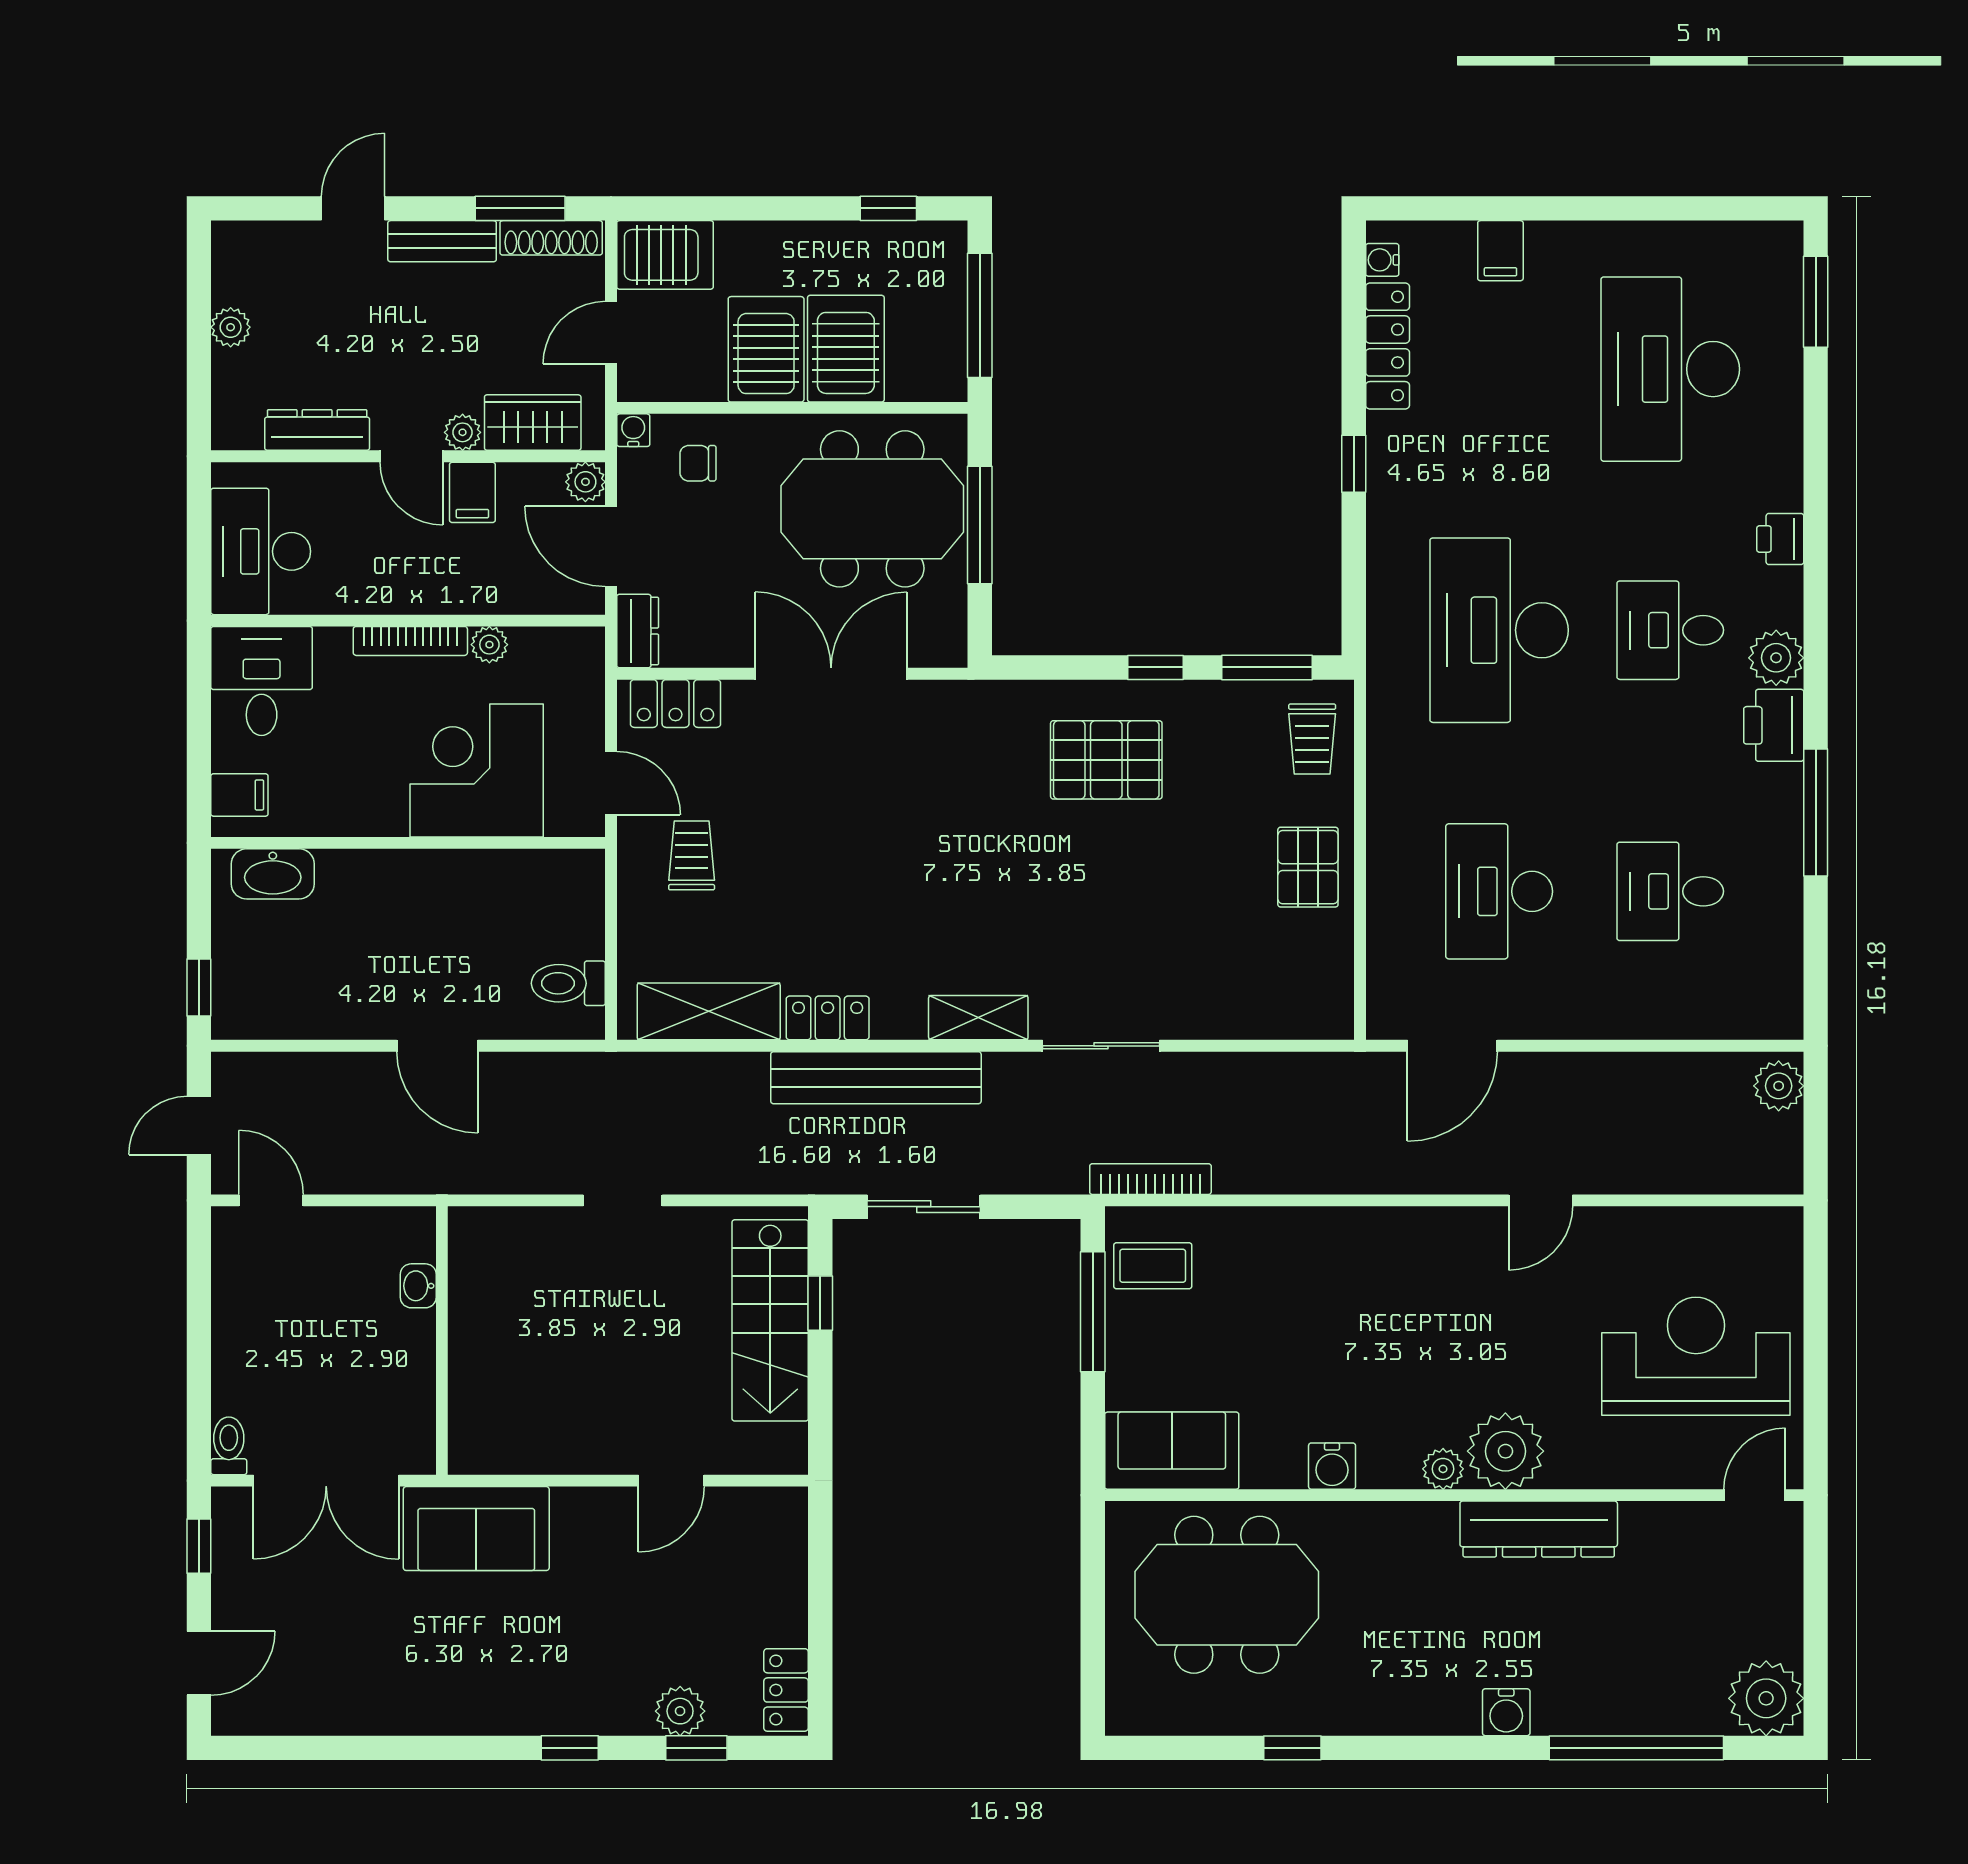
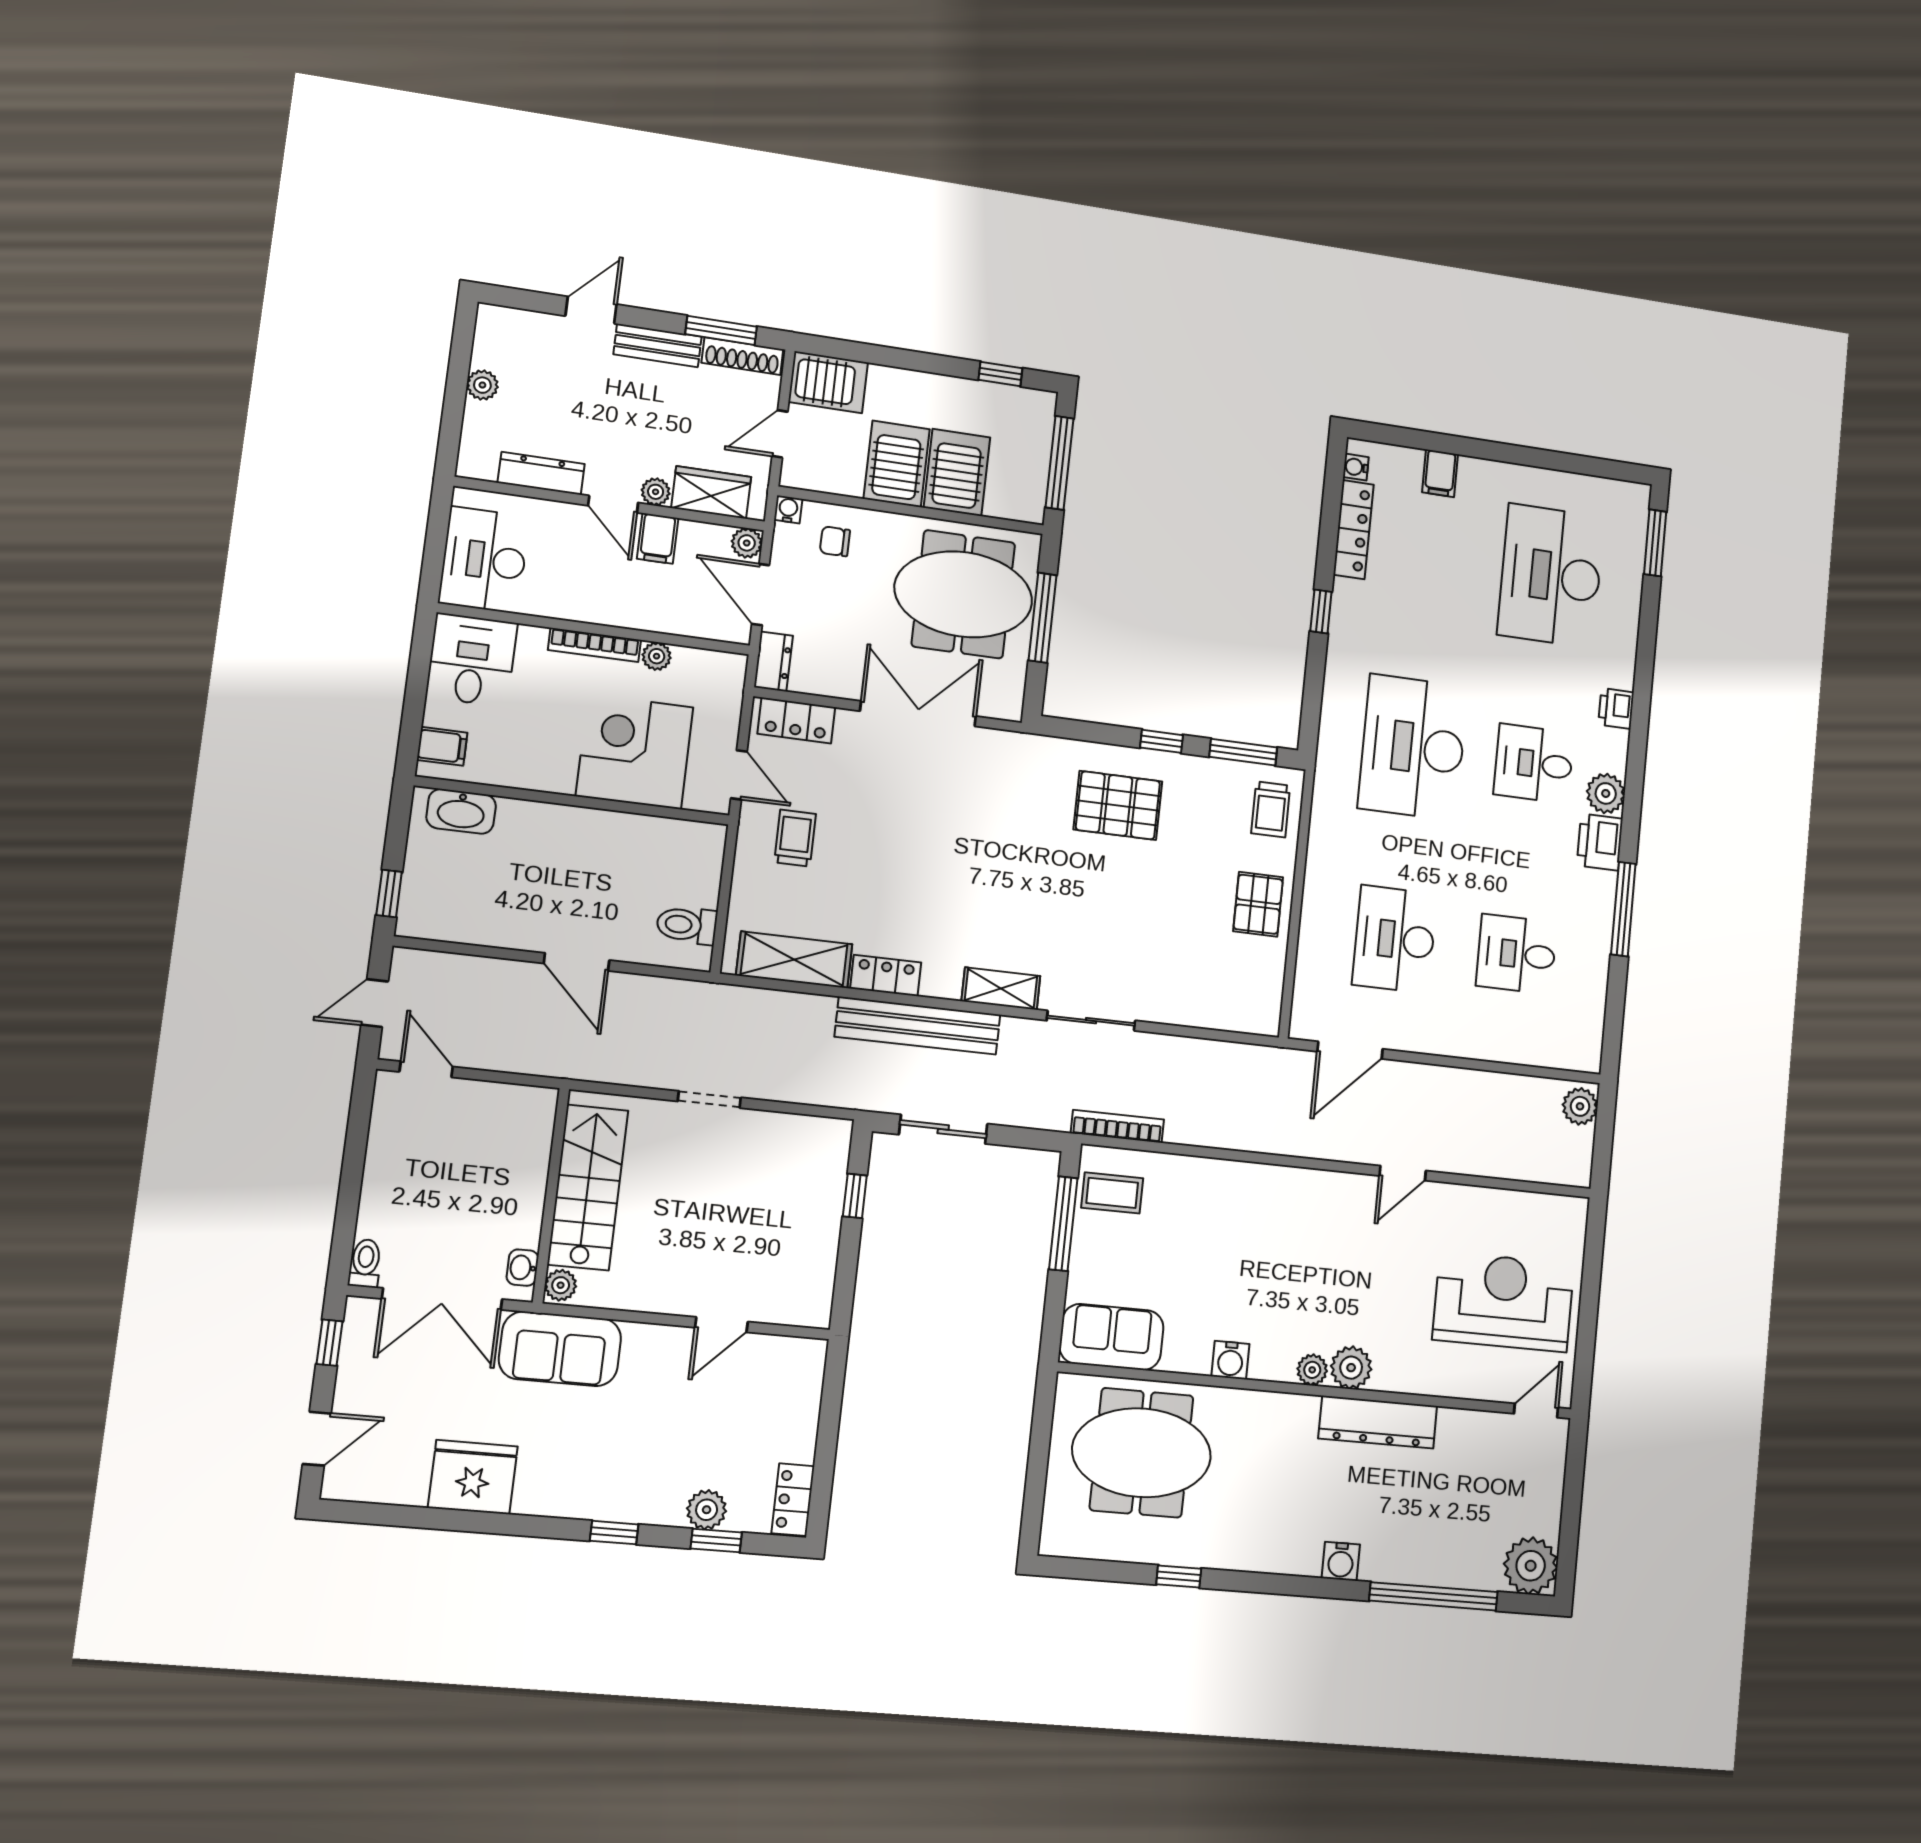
washbasin: (418, 1286) -> (522, 1268), moved
stairs: (770, 1320) -> (588, 1187), moved, turned 180
plant: (467, 1450) -> (561, 1285), added
plant: (1505, 1451) -> (1351, 1368), width x0.73, depth x0.73
fridge: (390, 1694) -> (473, 1477), added

